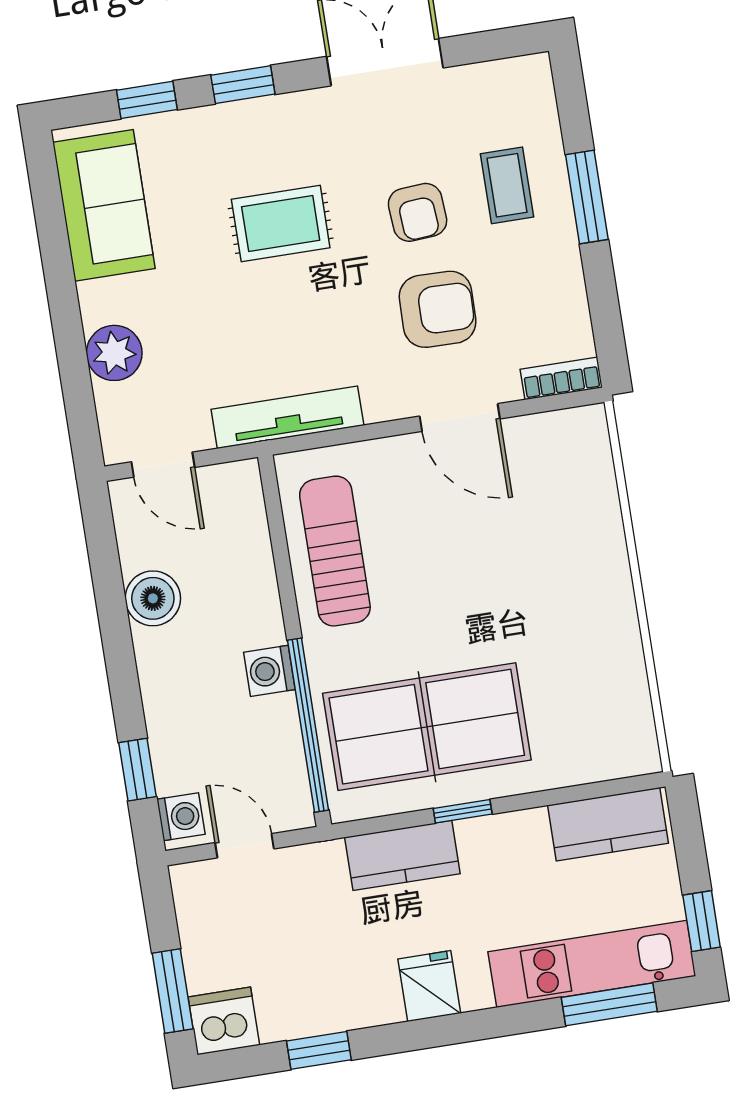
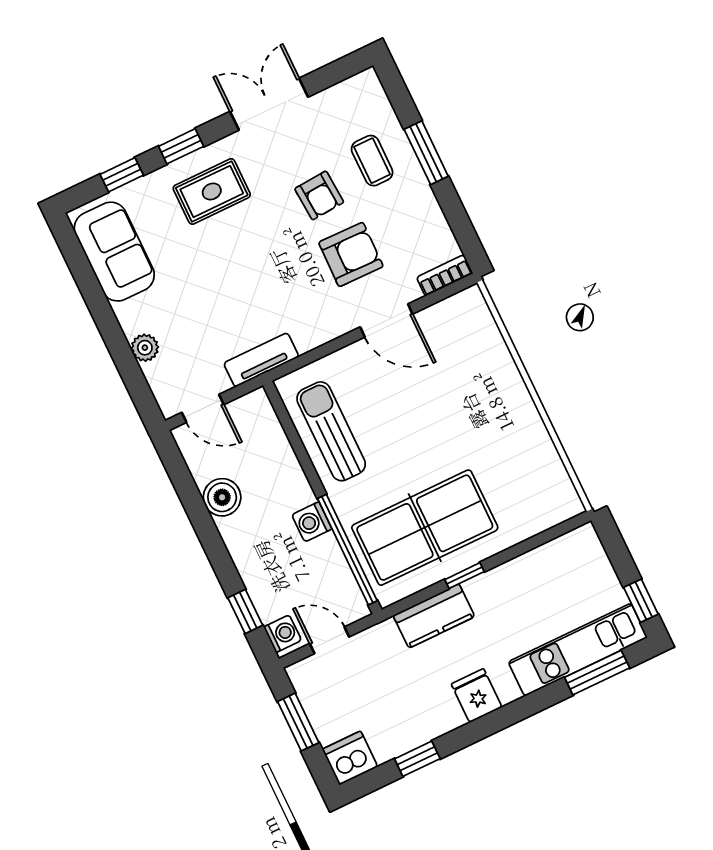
rug: (281, 224) -> (212, 191), moved
plant: (114, 353) -> (145, 348), width x0.73, depth x0.73
tv unit: (287, 417) -> (261, 360), width x0.71
kitchen counter: (608, 824) -> (561, 556), removed
window: (173, 991) -> (298, 722), moved

